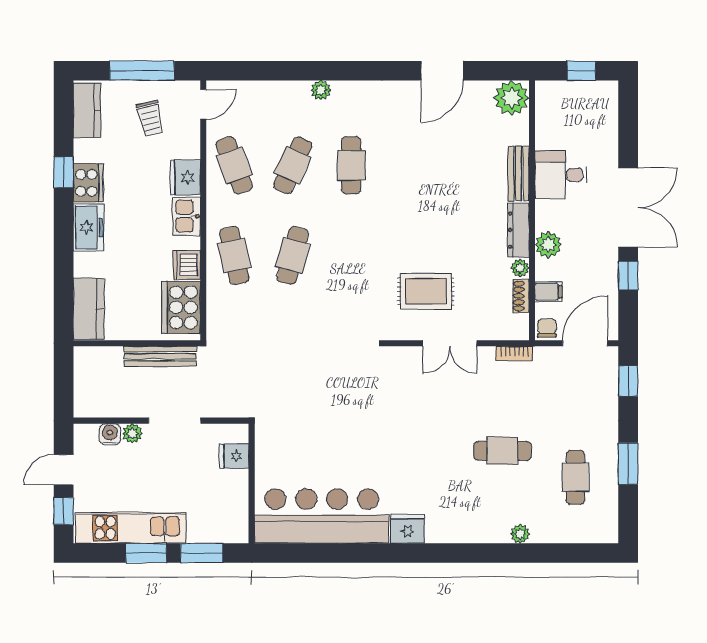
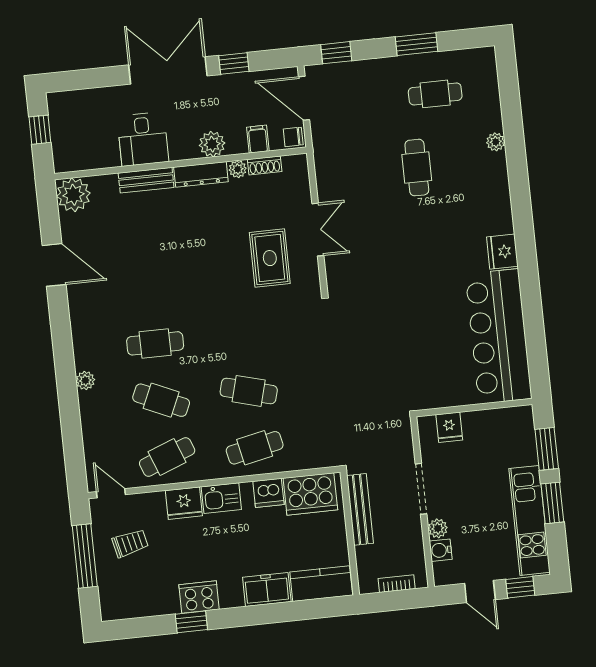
kitchen counter: (87, 110) -> (129, 605), removed
freezer: (88, 227) -> (267, 589), moved
bookcase: (514, 354) -> (397, 584), moved, turned -90

